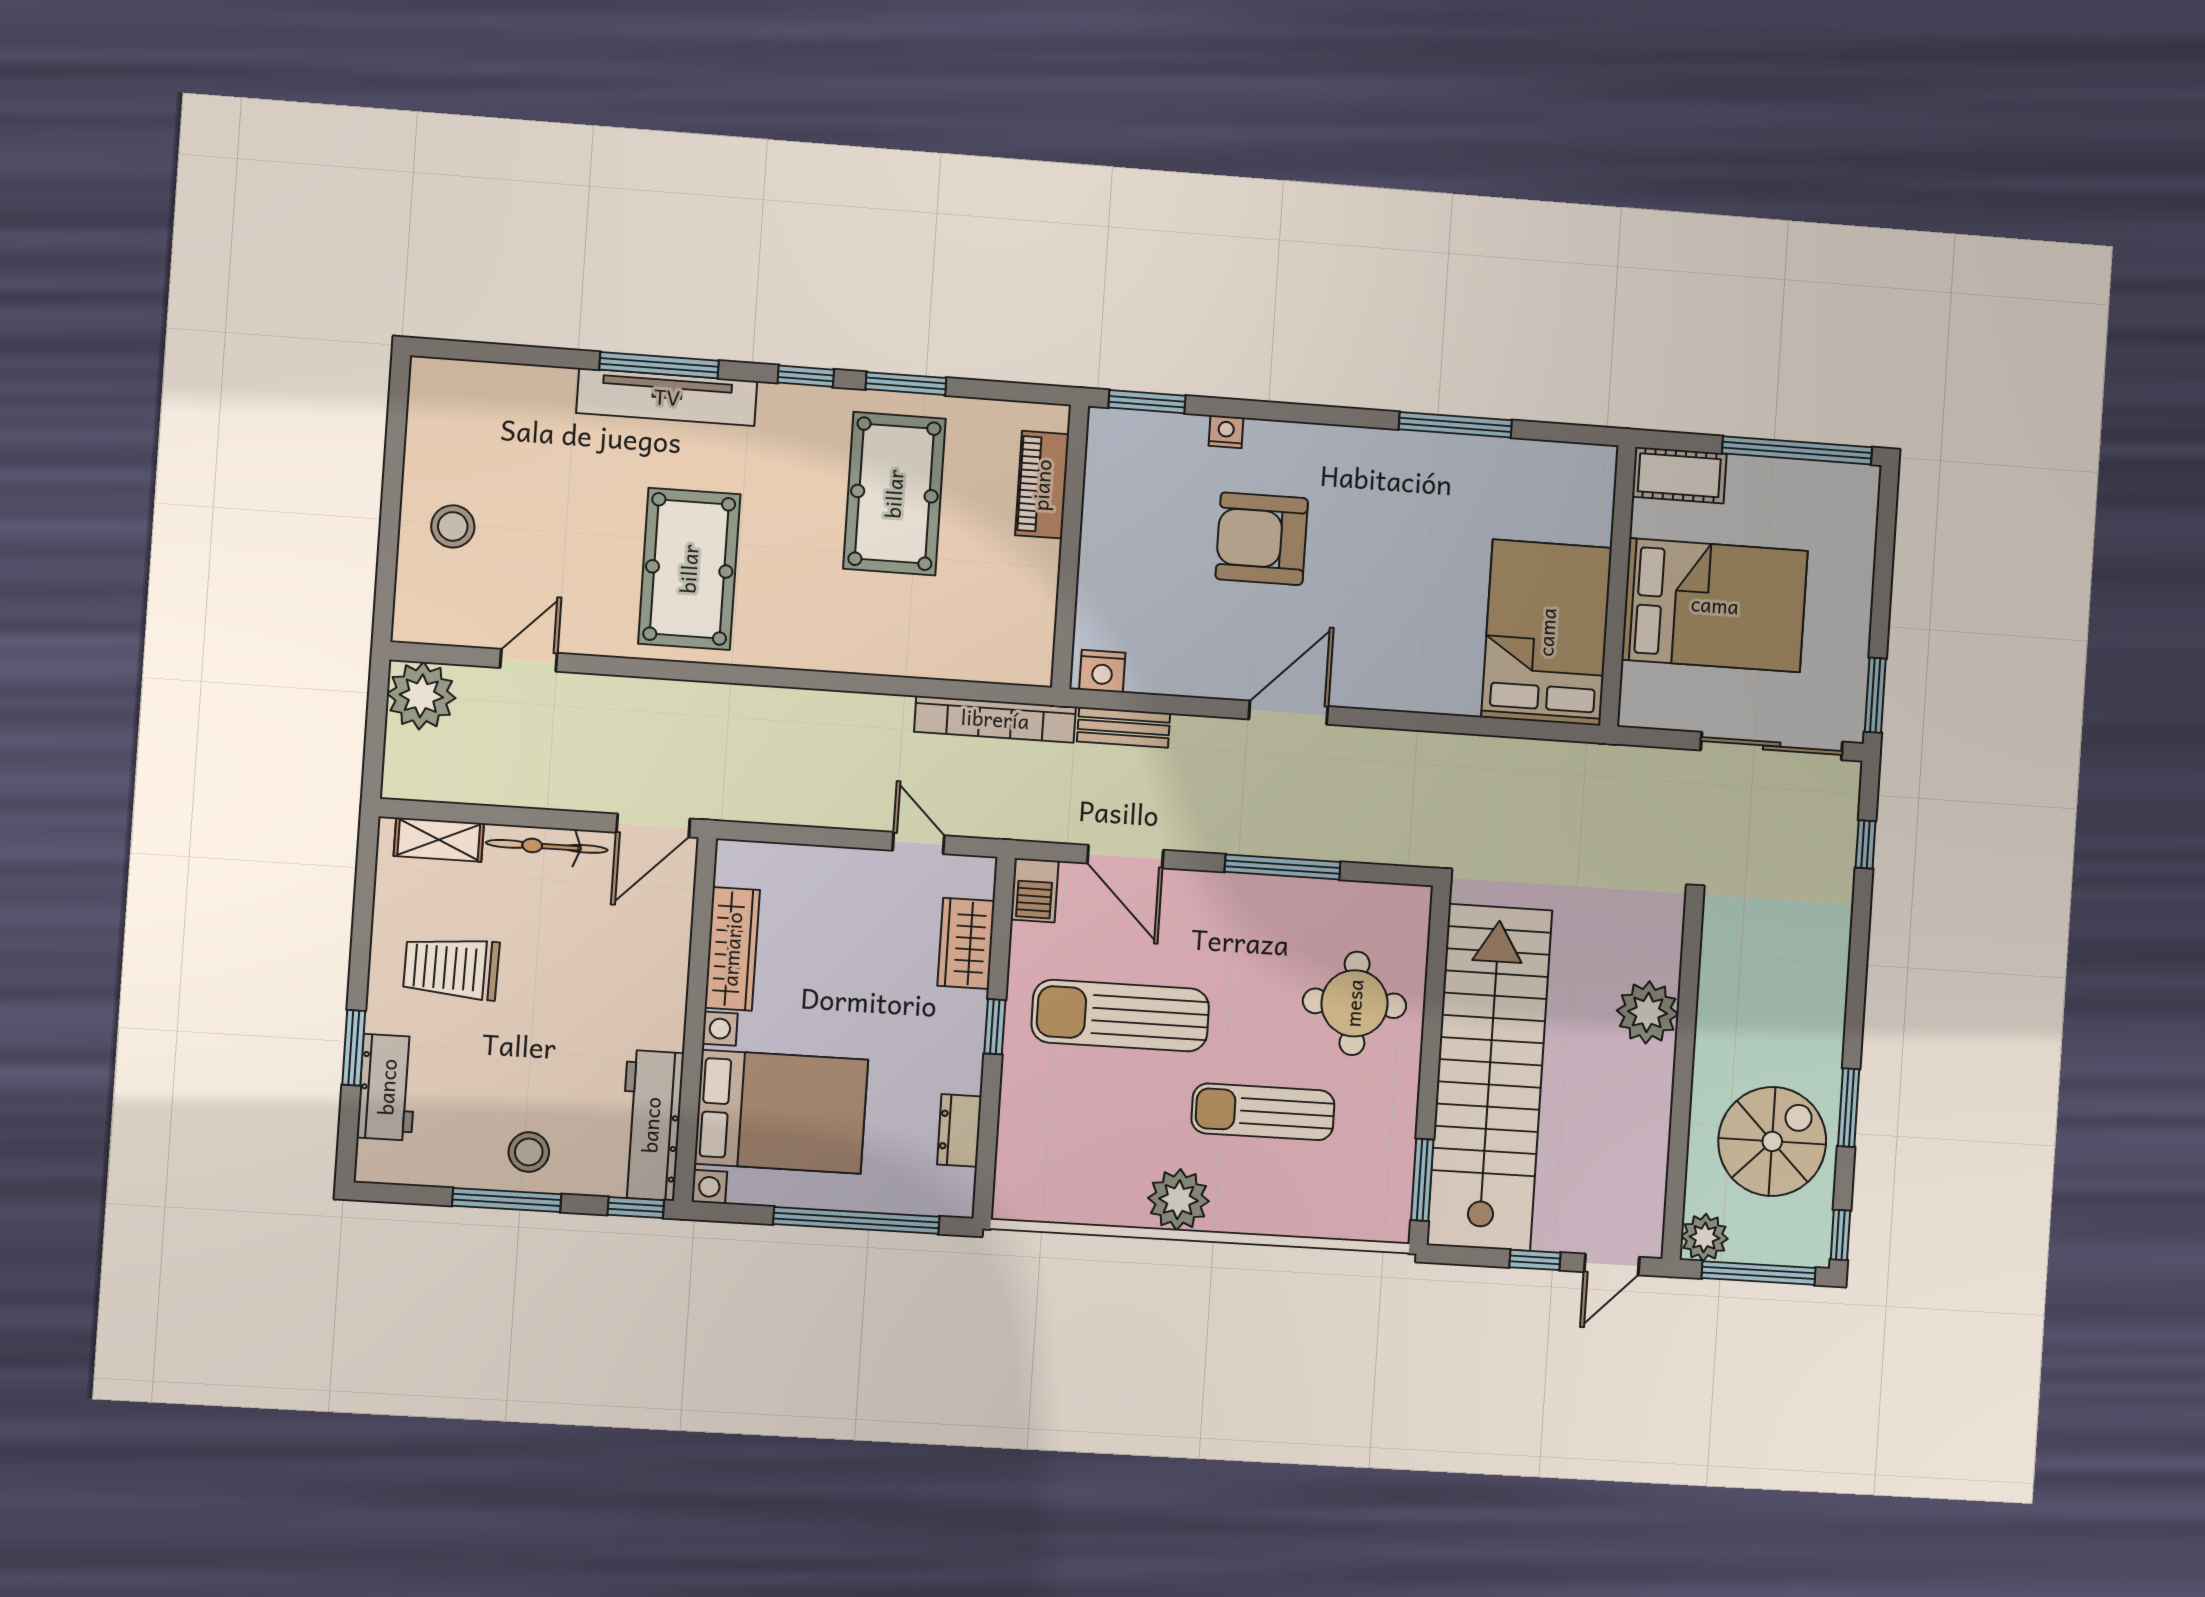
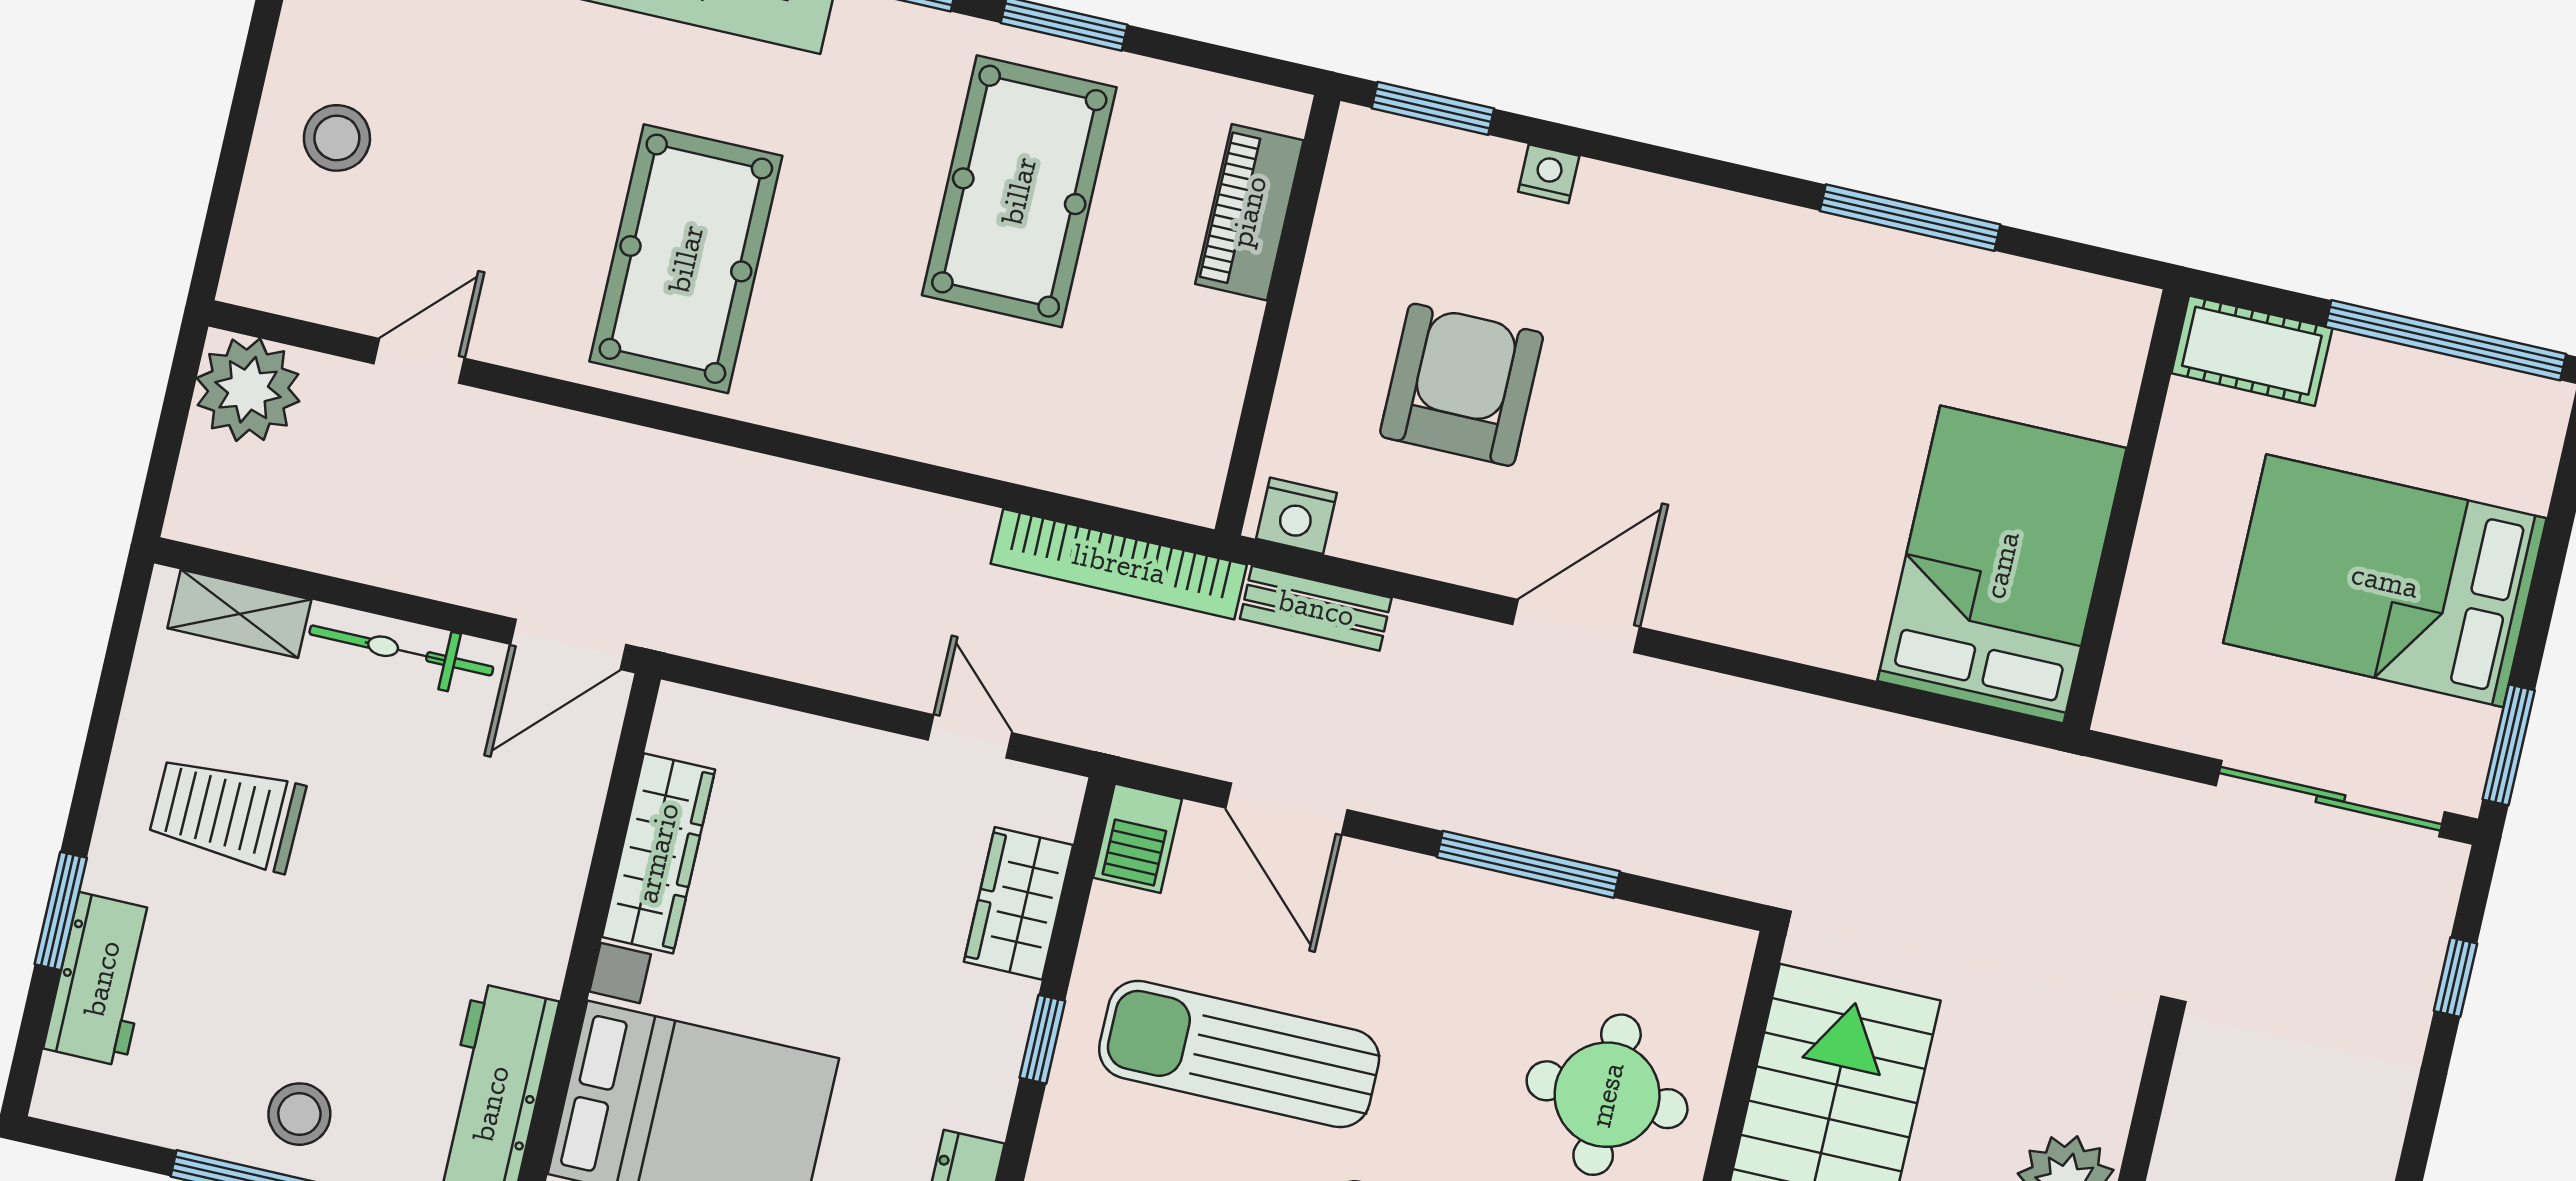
armchair: (1262, 539) -> (1462, 385), moved, turned 90
bed: (1715, 605) -> (2385, 581), moved, turned 180

